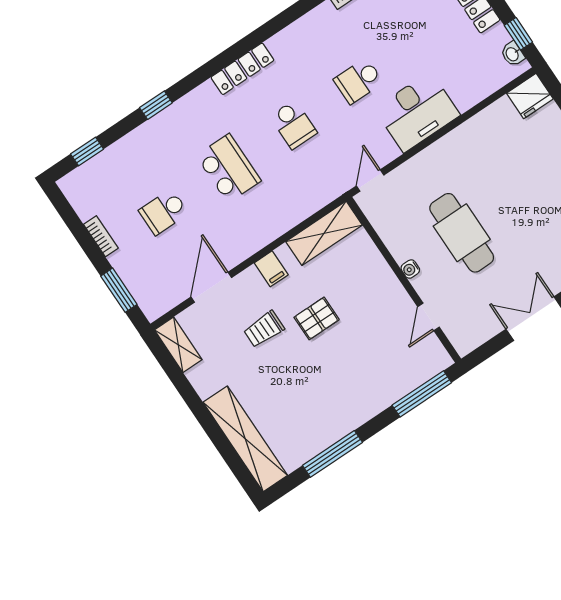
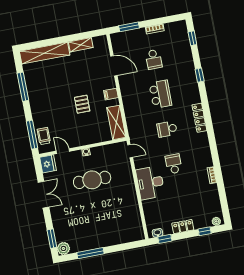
fridge: (530, 96) -> (48, 164), moved, turned 180
school desk: (229, 168) -> (160, 94), turned -90
school desk: (164, 212) -> (154, 59), turned 180
trolley: (264, 329) -> (44, 136), moved
shelving: (178, 345) -> (81, 45), moved

